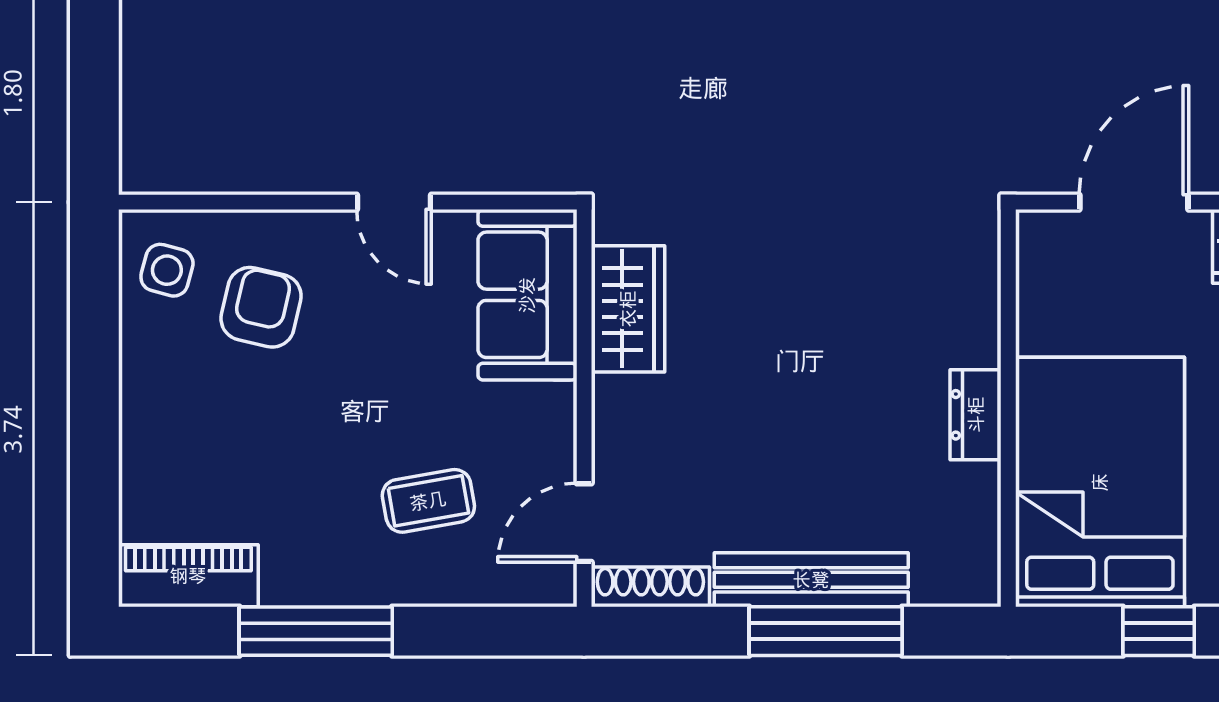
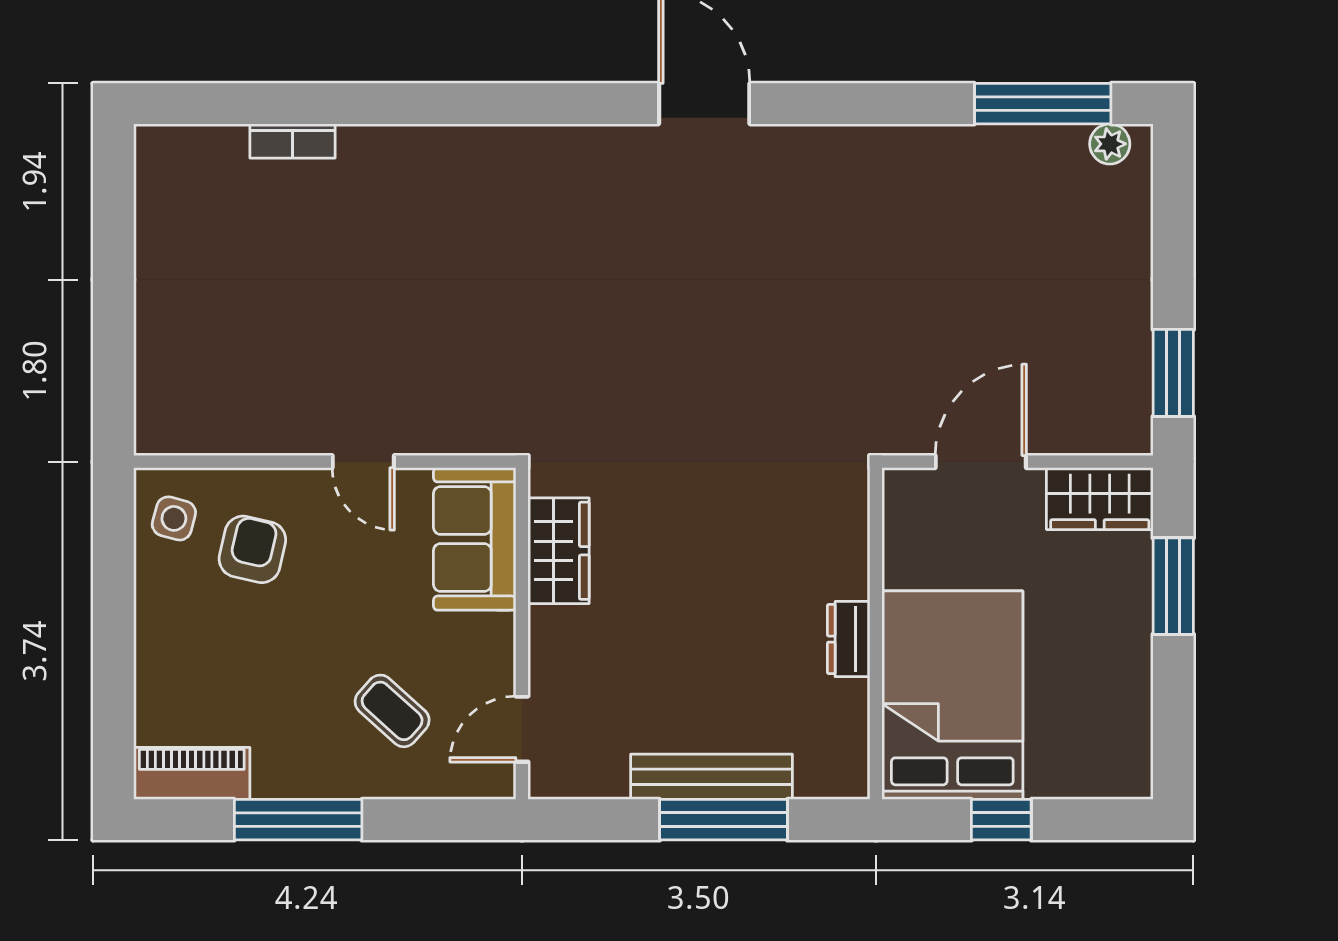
coffee table: (428, 501) -> (392, 711), turned 52
shoe rack: (650, 587) -> (577, 783), removed

